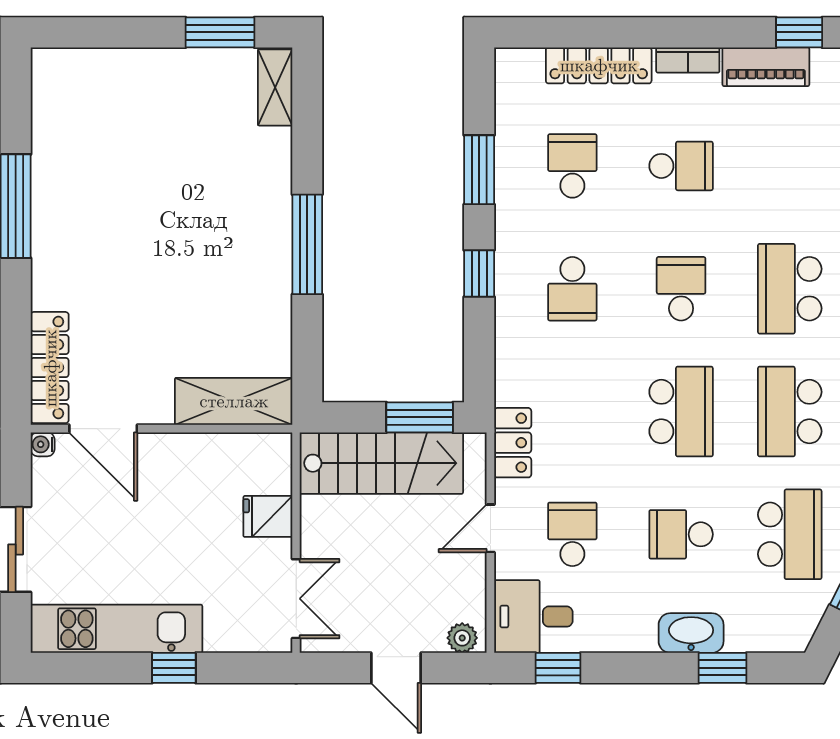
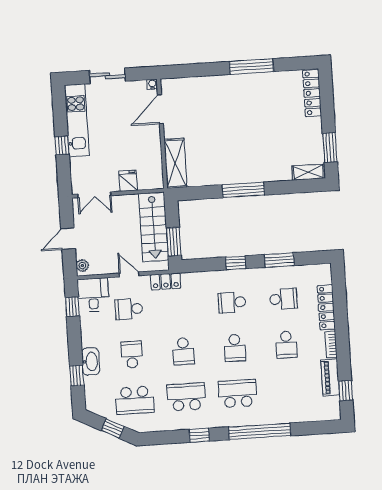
school desk: (681, 289) -> (235, 348), turned 90
locker: (50, 368) -> (312, 93), moved, turned 90
school desk: (681, 412) -> (183, 351), width x0.54
school desk: (572, 534) -> (129, 309), turned 180

